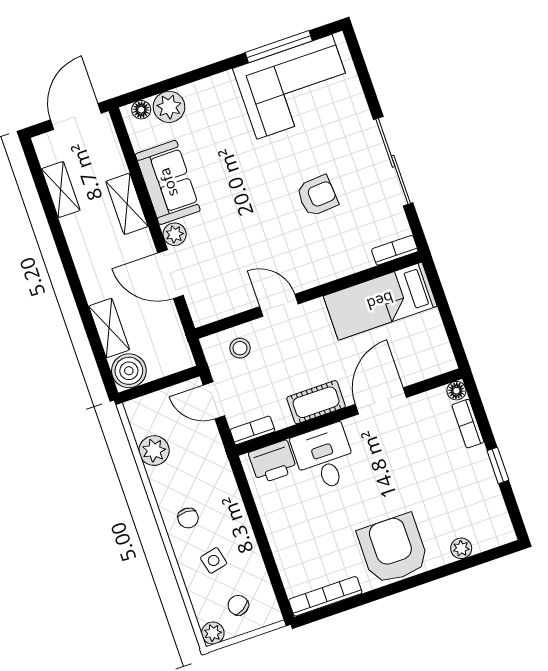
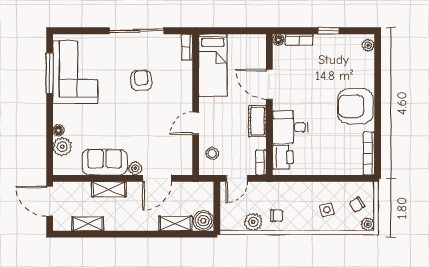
floor lamp: (141, 110) -> (58, 130), moved
chair: (188, 518) -> (277, 216), moved
plant: (461, 548) -> (368, 45), moved

